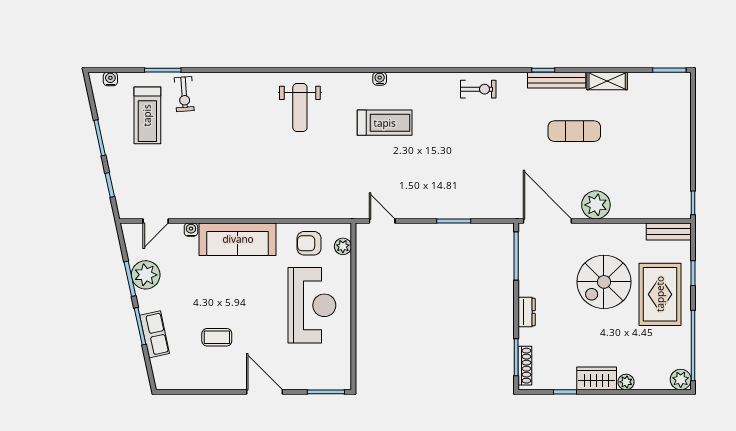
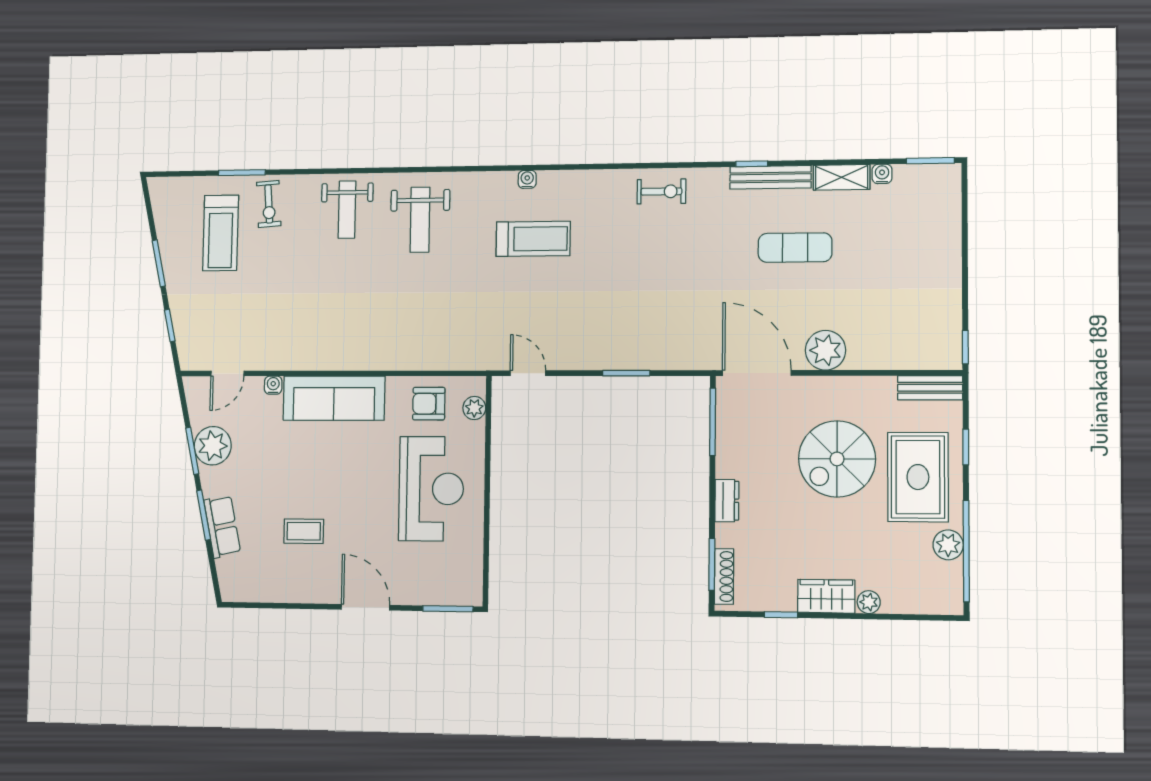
water cooler: (110, 79) -> (882, 174), moved
weight bench: (244, 99) -> (347, 210), added
plant: (681, 380) -> (948, 545), moved

